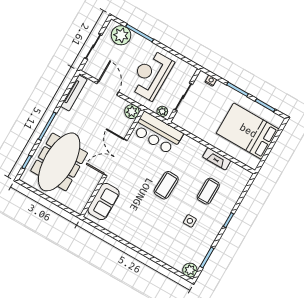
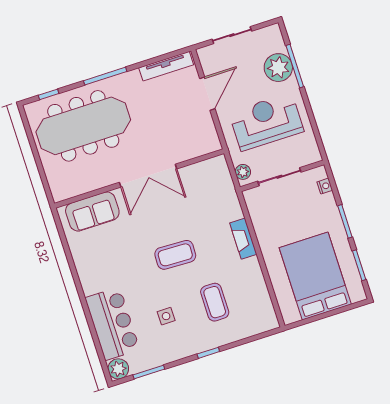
plant: (121, 35) -> (278, 68), moved
plant: (132, 112) -> (210, 143), removed
bar counter: (158, 133) -> (112, 324), moved, turned 180
double door: (115, 157) -> (148, 176), swing flipped
fireplace: (217, 159) -> (243, 239), moved
coffee table: (208, 191) -> (215, 302), turned 90

